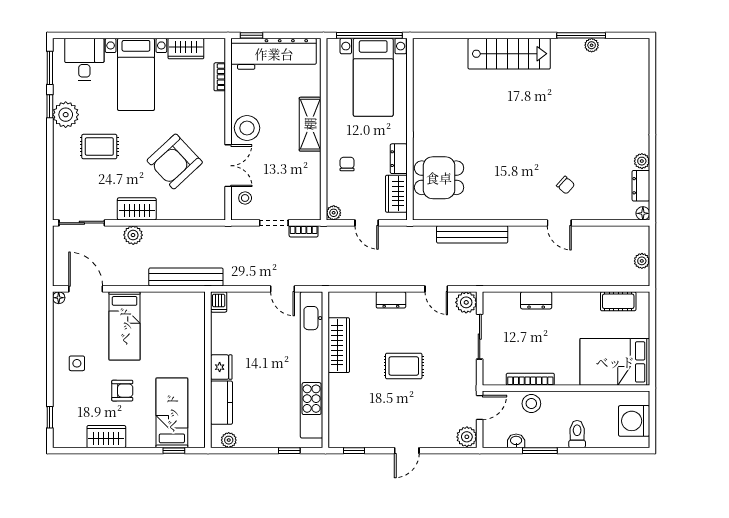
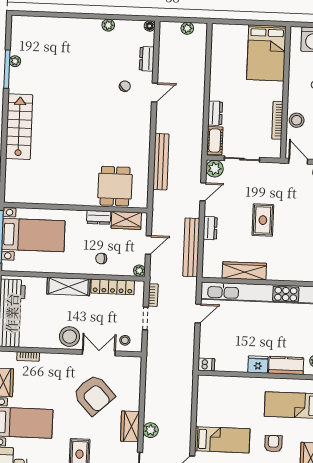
locker: (312, 180) -> (113, 287), added
dresser: (641, 186) -> (147, 59), moved, turned 90
bench: (186, 277) -> (191, 247), moved
cot: (618, 301) -> (215, 141), moved

